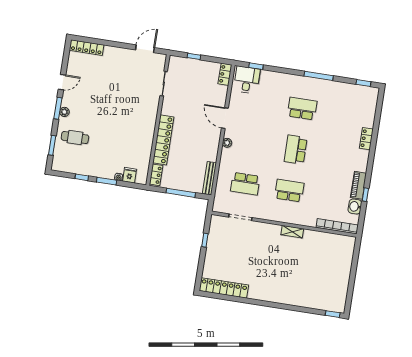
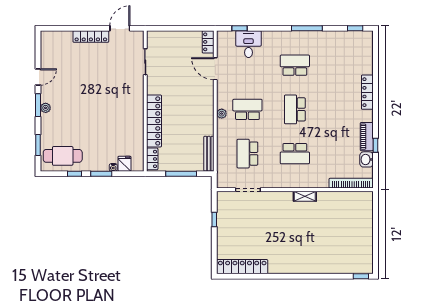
locker: (87, 48) -> (91, 36), moved
window: (194, 56) -> (173, 28), removed
desk: (247, 80) -> (248, 44), moved
door: (225, 118) -> (215, 69), moved
cafe table: (75, 138) -> (63, 156), moved, width x1.37, depth x1.35
locker: (366, 139) -> (367, 92), width x1.53
school desk: (252, 143) -> (247, 109), added
school desk: (245, 184) -> (247, 154), turned 90
school desk: (289, 191) -> (295, 154), turned 180

